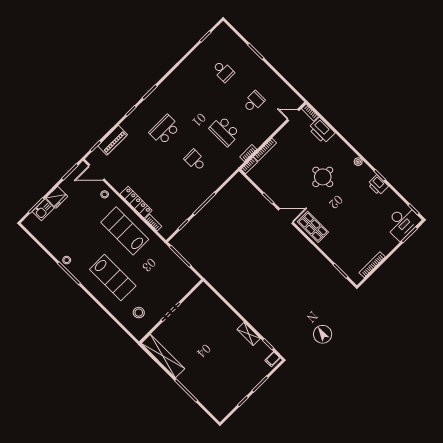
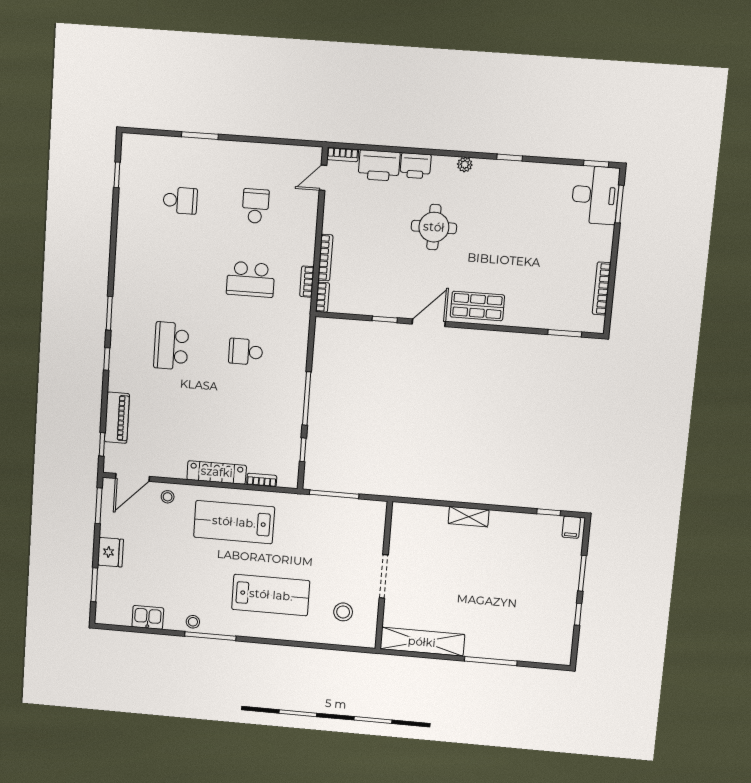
printer: (378, 185) -> (416, 166), moved
kitchen sink: (43, 210) -> (148, 617), moved, turned -90
shelving: (249, 334) -> (469, 517), moved

